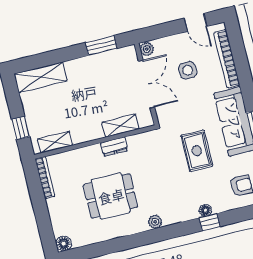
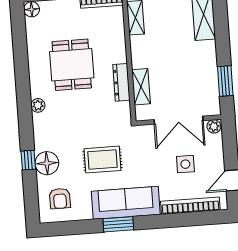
dresser: (114, 147) -> (121, 82), width x1.44
floor lamp: (205, 210) -> (47, 163), width x1.89, depth x1.89

